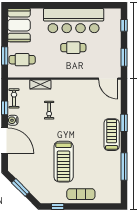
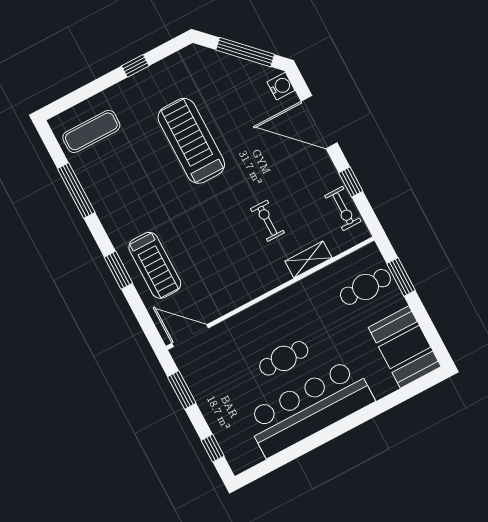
water cooler: (13, 120) -> (281, 86), moved
treadmill: (112, 135) -> (155, 265), moved
window: (20, 187) -> (245, 52), width x1.44
exercise mat: (81, 194) -> (91, 131), moved
window: (58, 206) -> (135, 66), moved

